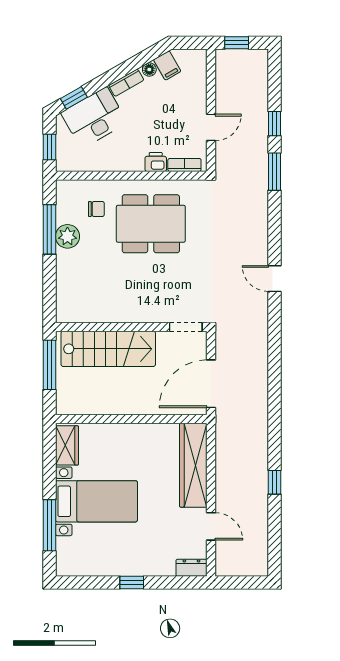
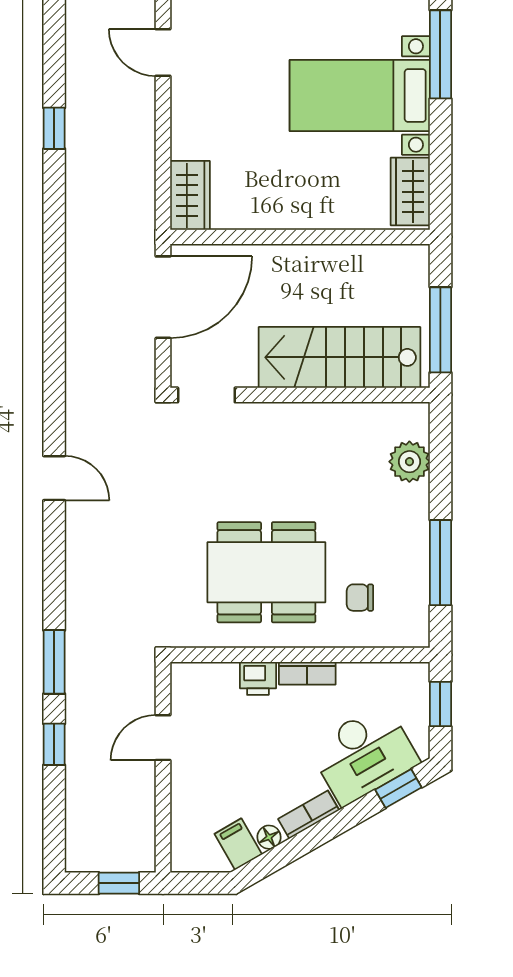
bookcase: (184, 165) -> (307, 673), moved
plant: (67, 236) -> (409, 462), moved
wardrobe: (193, 465) -> (190, 195), width x0.48, depth x0.85

